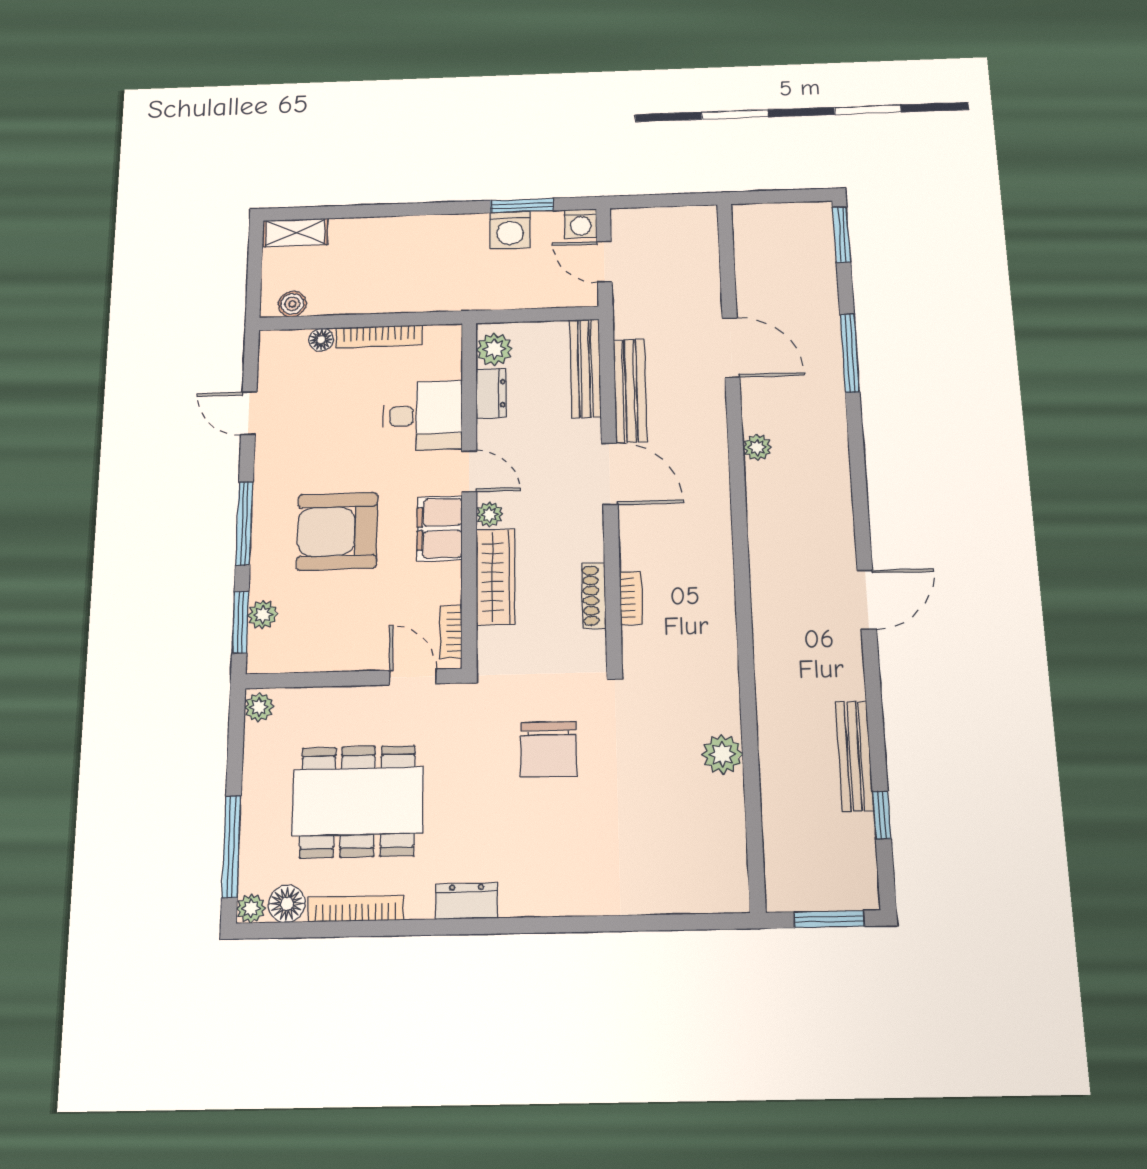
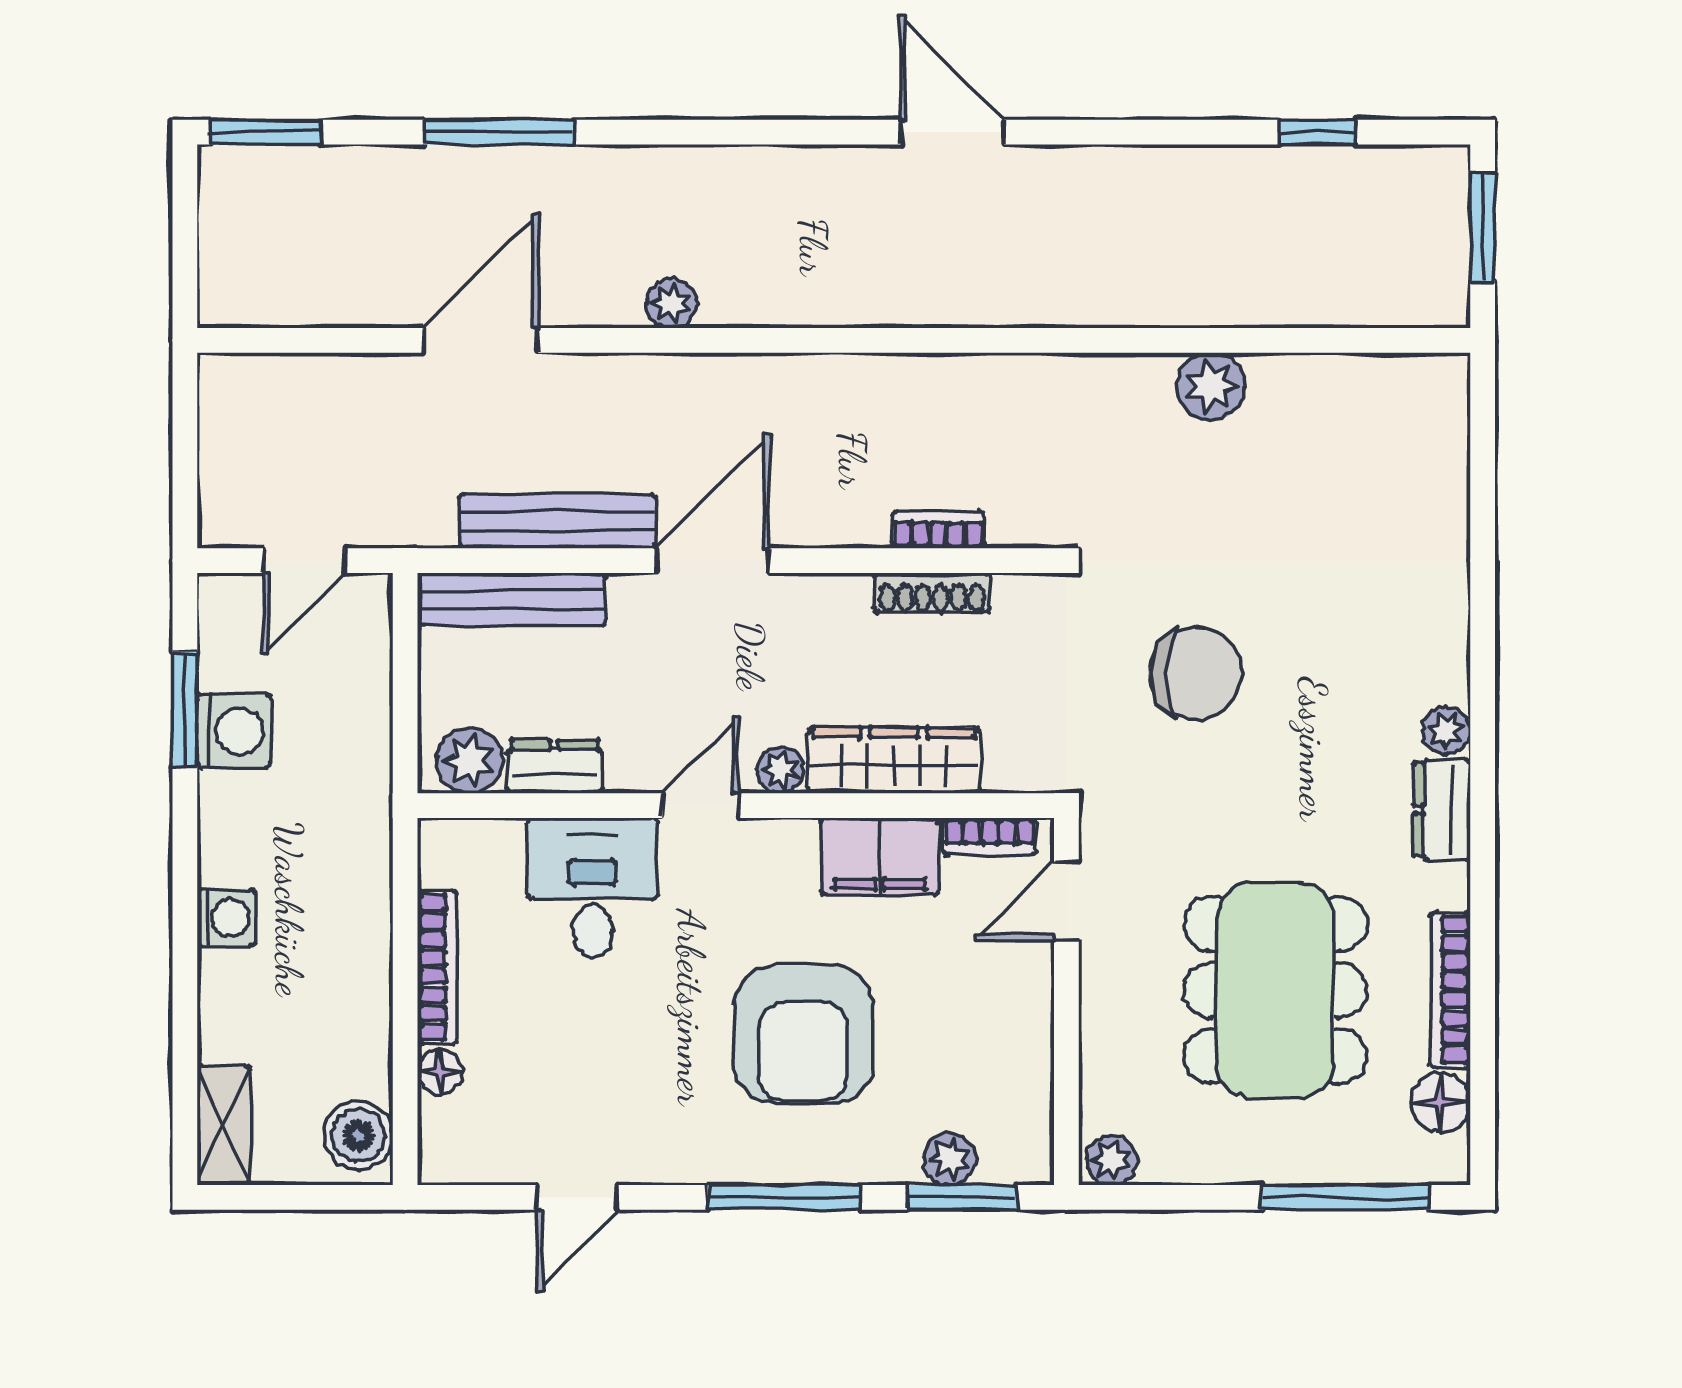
washing machine: (581, 224) -> (226, 918), moved
boiler: (292, 304) -> (358, 1135), width x1.36, depth x1.36
filing cabinet: (440, 528) -> (879, 857), moved
bench: (854, 756) -> (1219, 170), removed
plant: (251, 908) -> (1446, 730), moved

